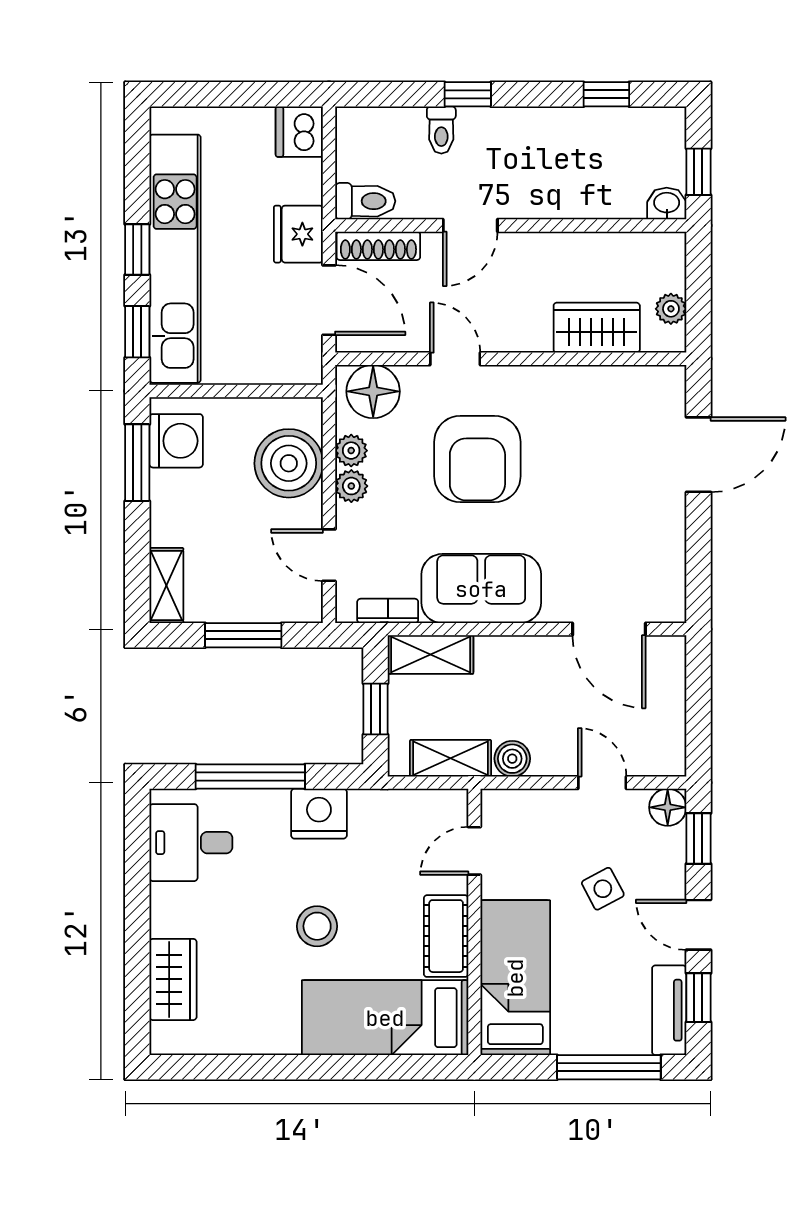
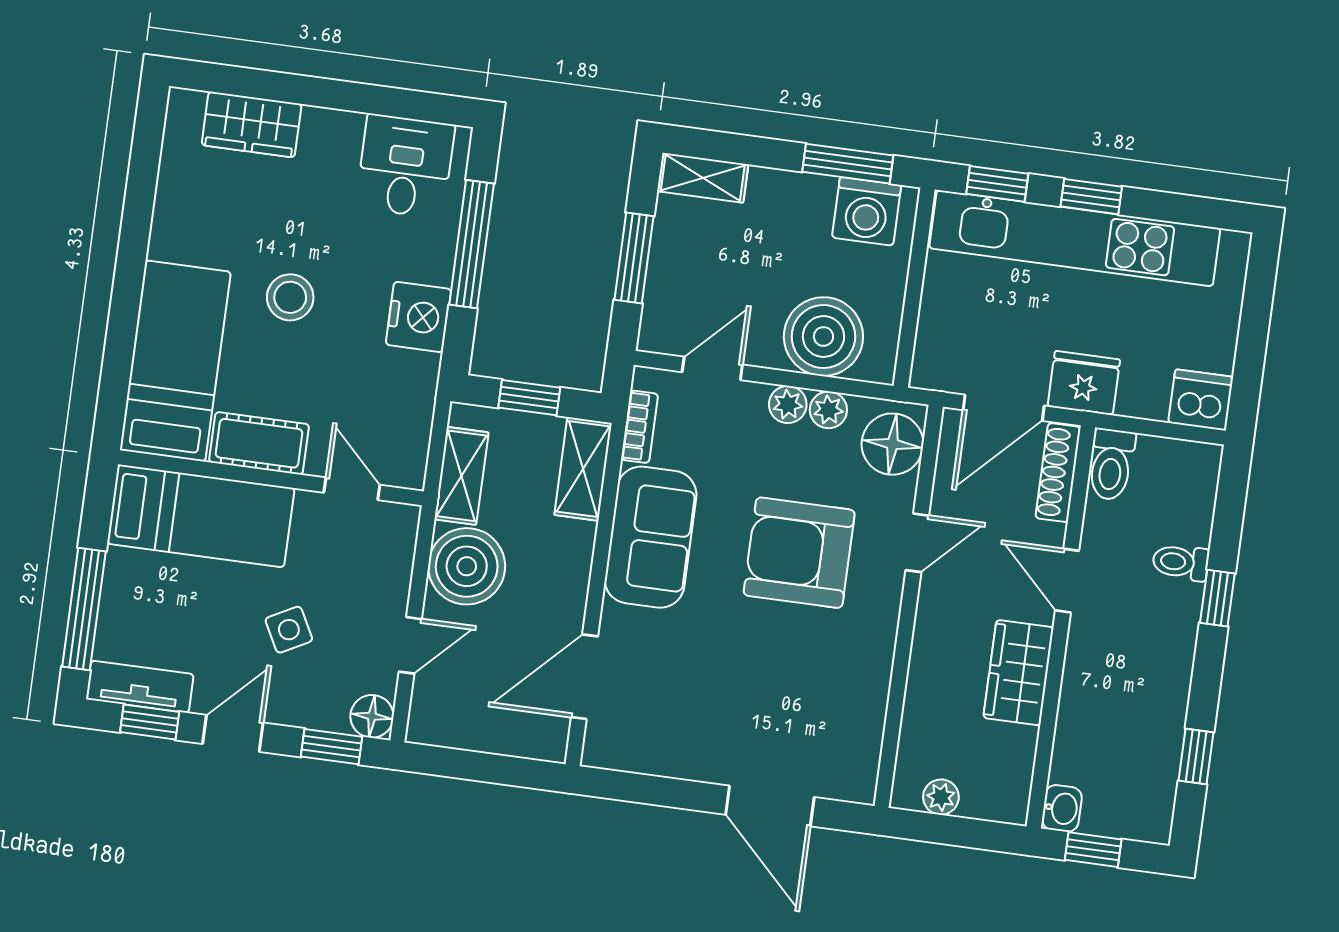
wardrobe: (597, 328) -> (1019, 673), moved, turned 180
boiler: (512, 759) -> (467, 566), width x1.86, depth x1.86

